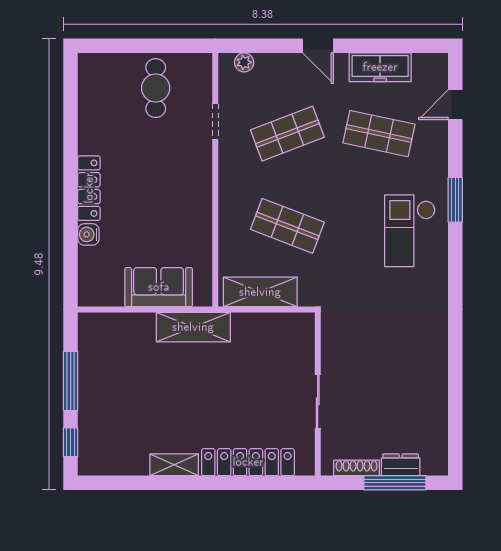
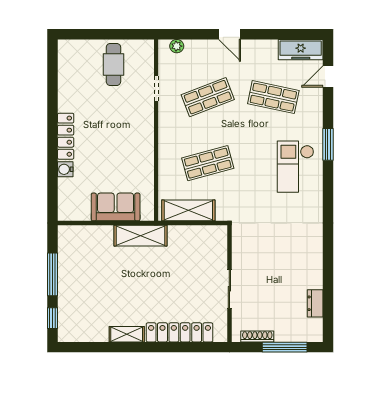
freezer: (380, 67) -> (301, 50), moved
shop shelf: (287, 226) -> (208, 163), turned -36
dresser: (401, 465) -> (315, 303), moved, turned -90

